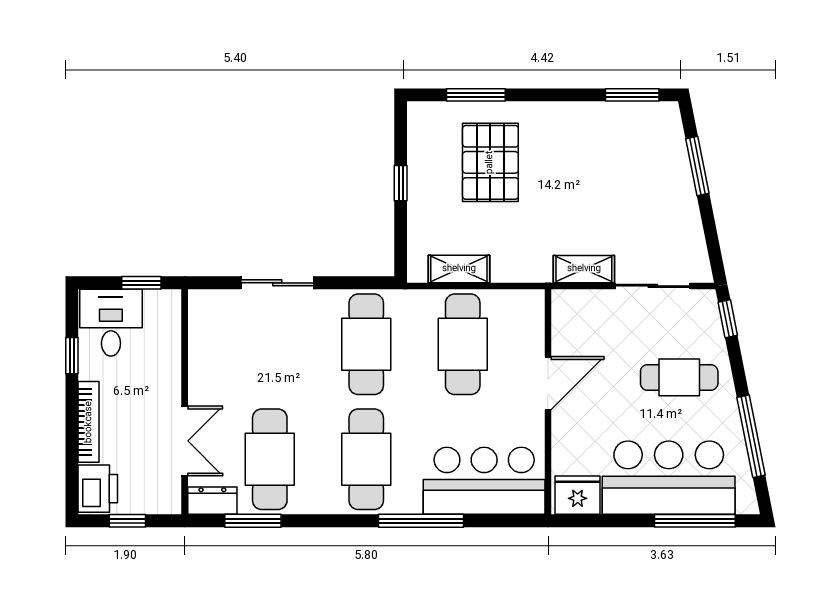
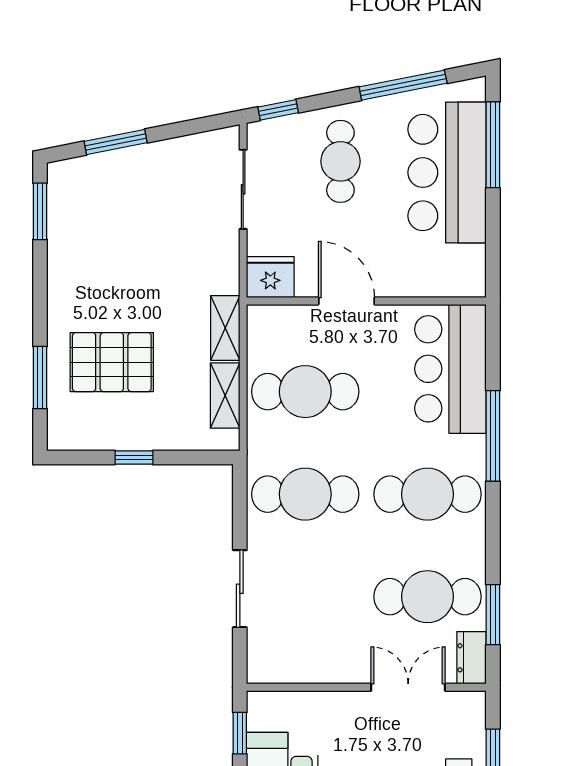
shelving: (584, 269) -> (225, 328), moved
fridge: (578, 495) -> (270, 277), moved, turned 90

